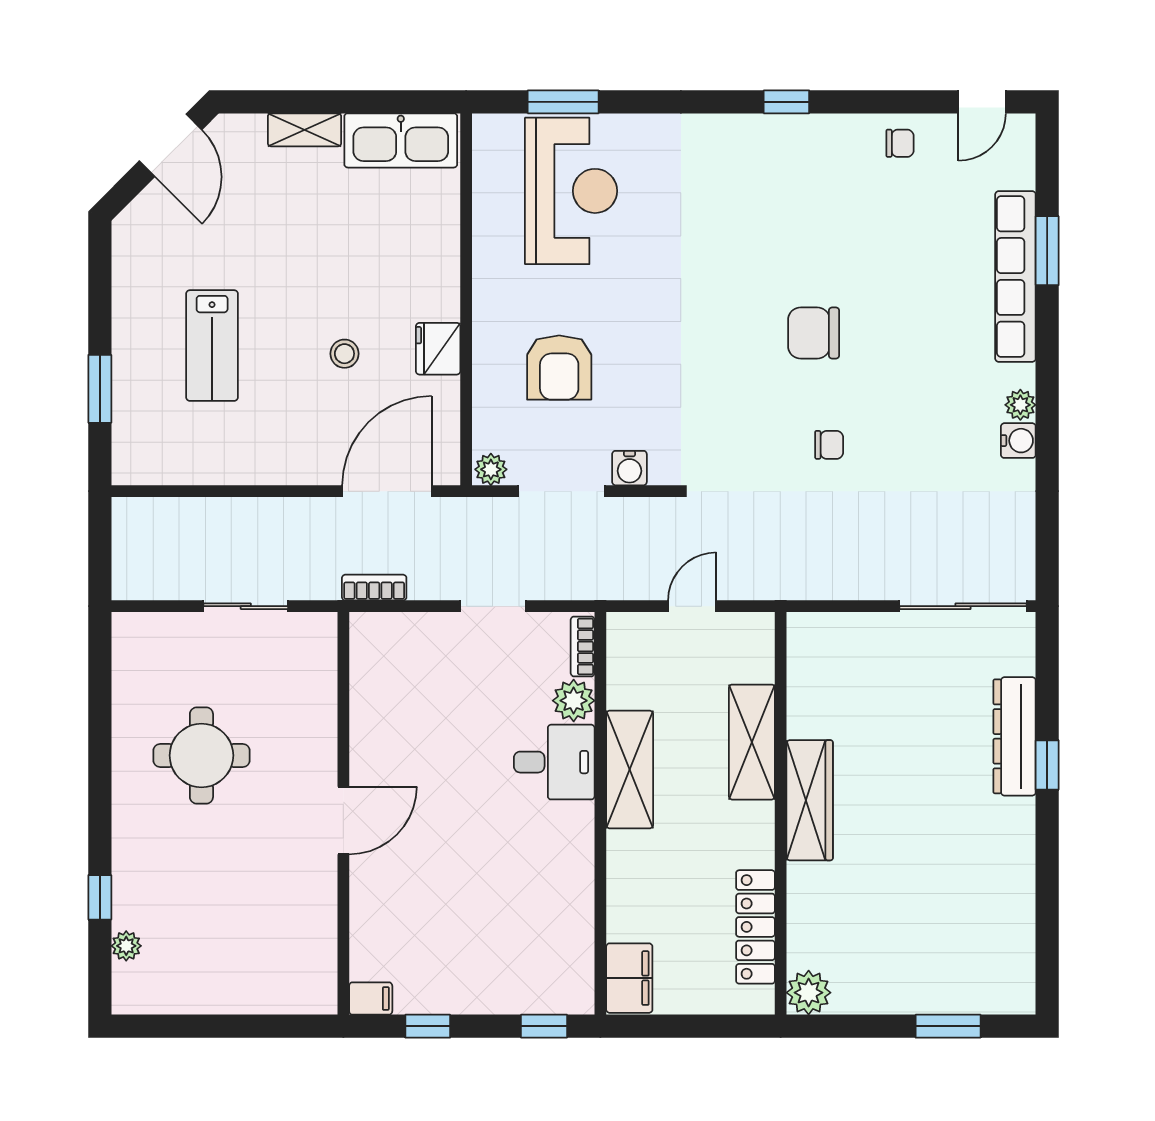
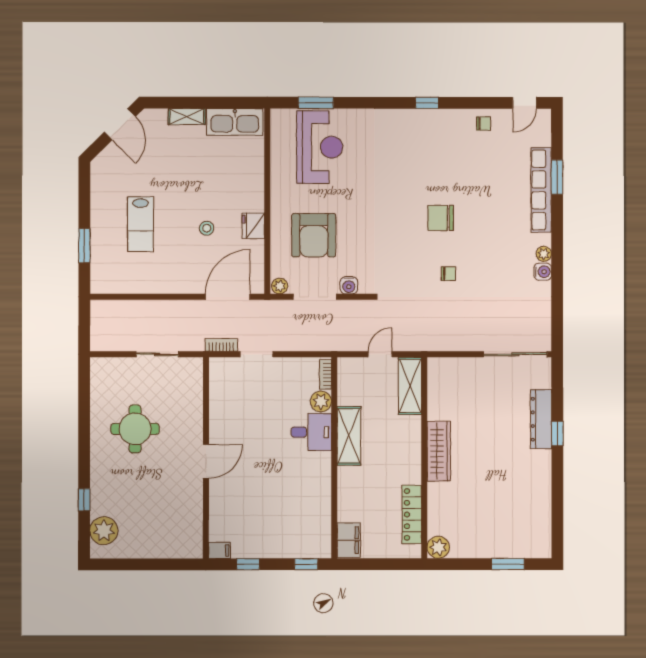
armchair: (559, 368) -> (314, 235), width x1.36, depth x1.36
doorway: (493, 606) -> (257, 354), moved
shelving: (752, 742) -> (410, 386), moved
plant: (126, 946) -> (104, 531), width x1.87, depth x1.87

